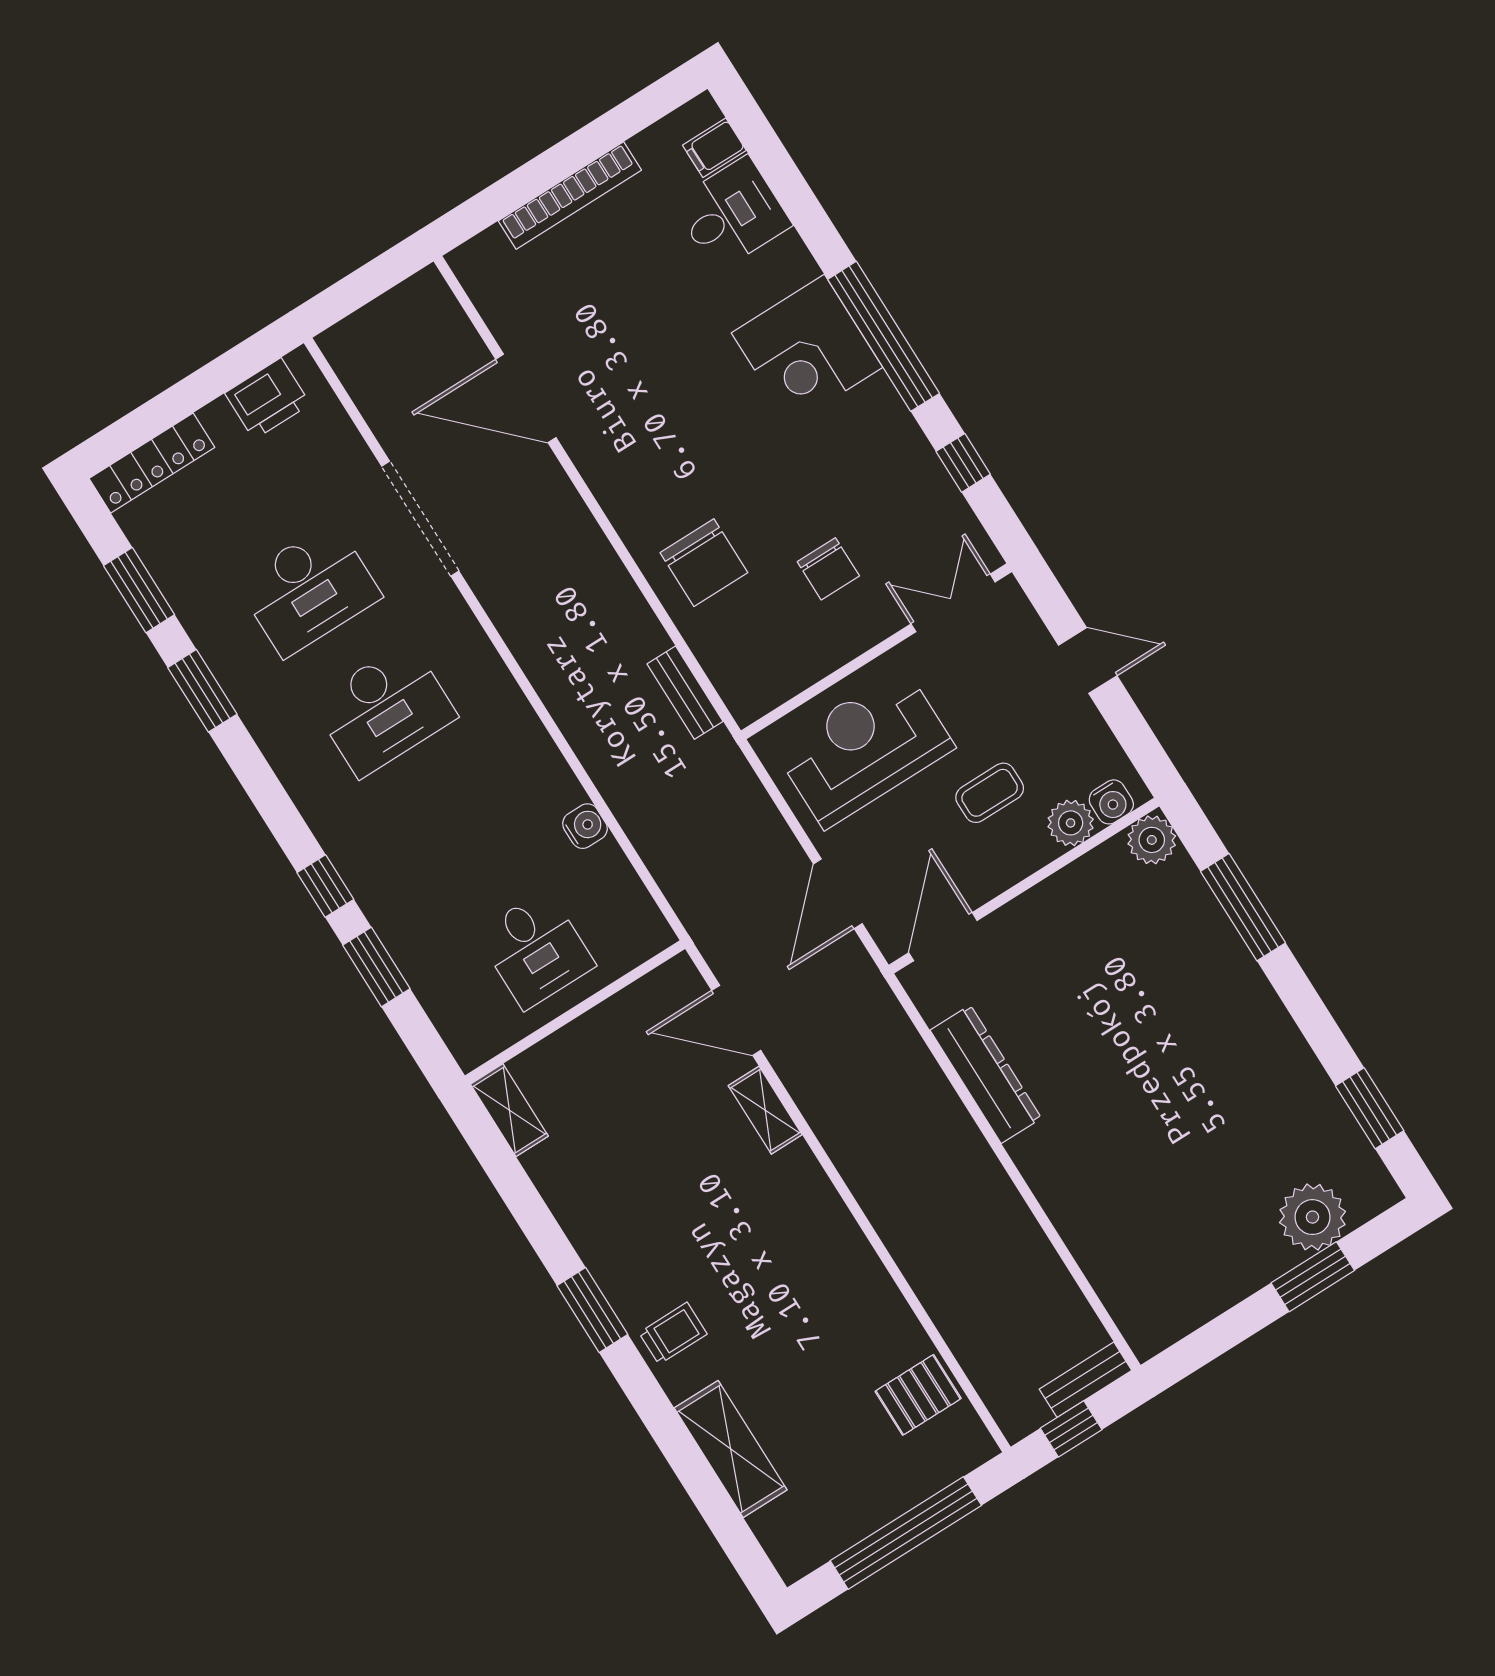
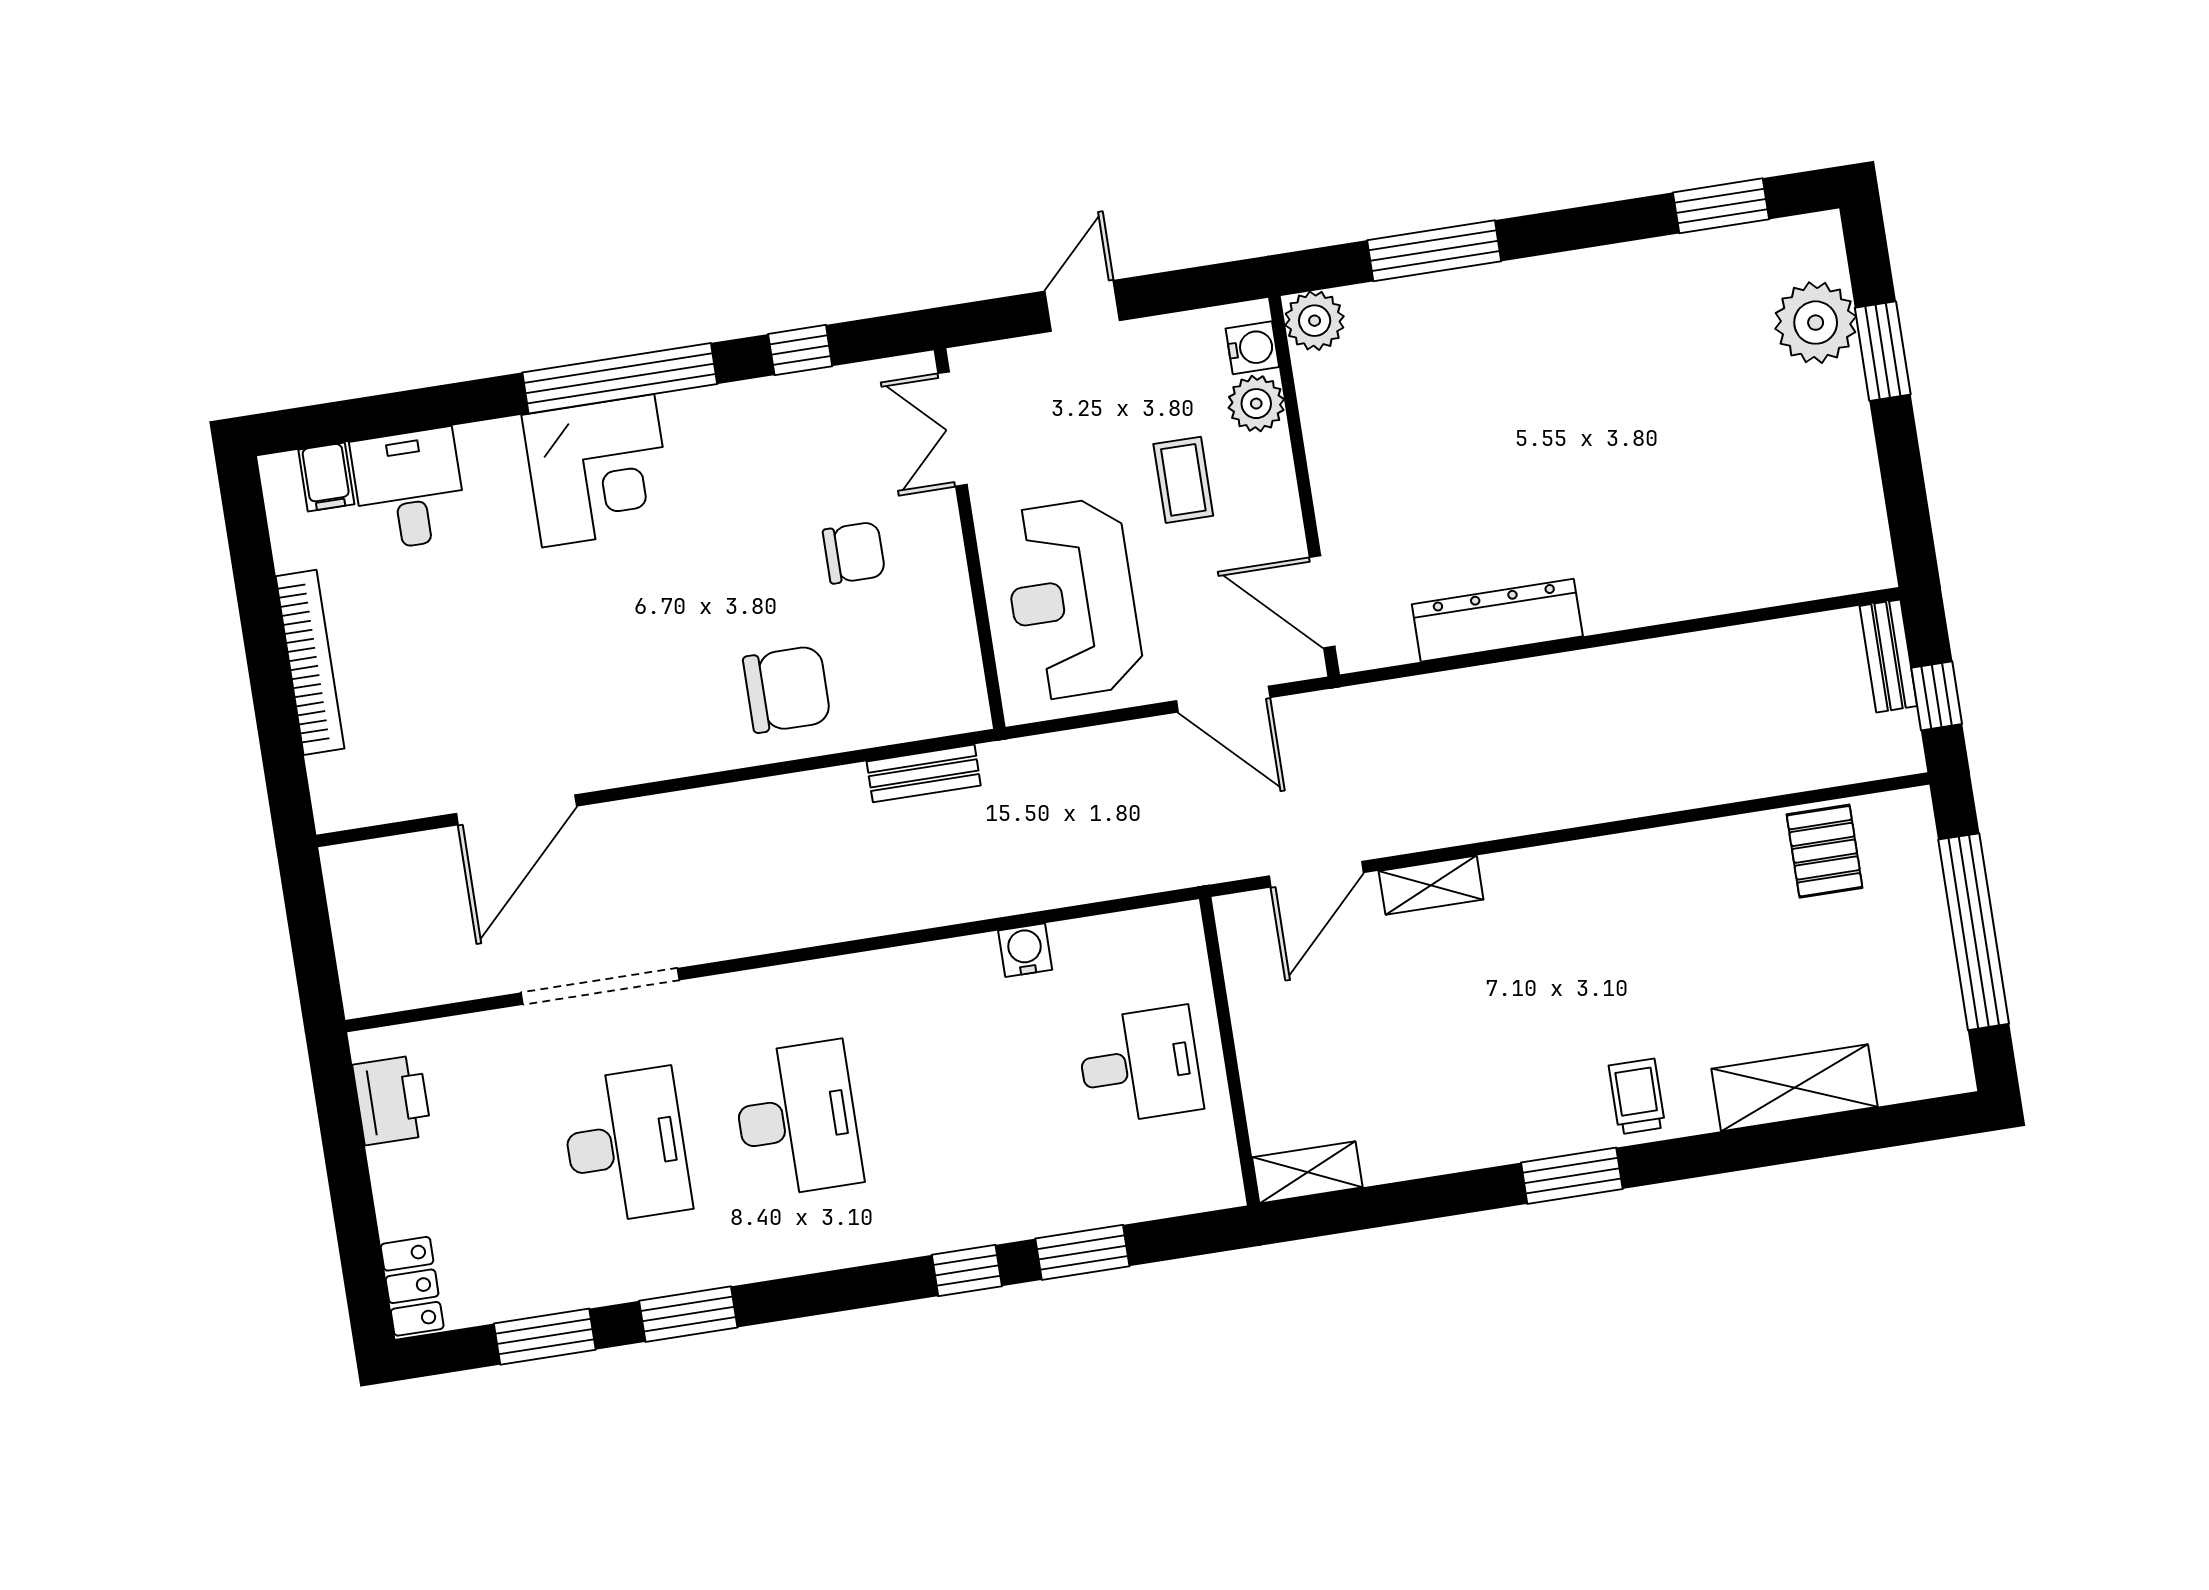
locker: (152, 463) -> (412, 1286), width x0.66

